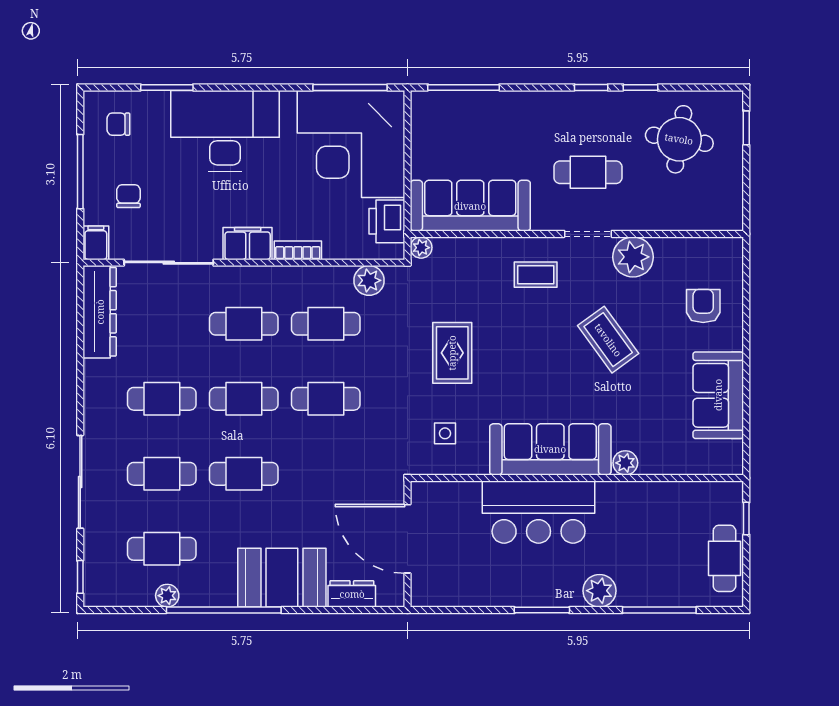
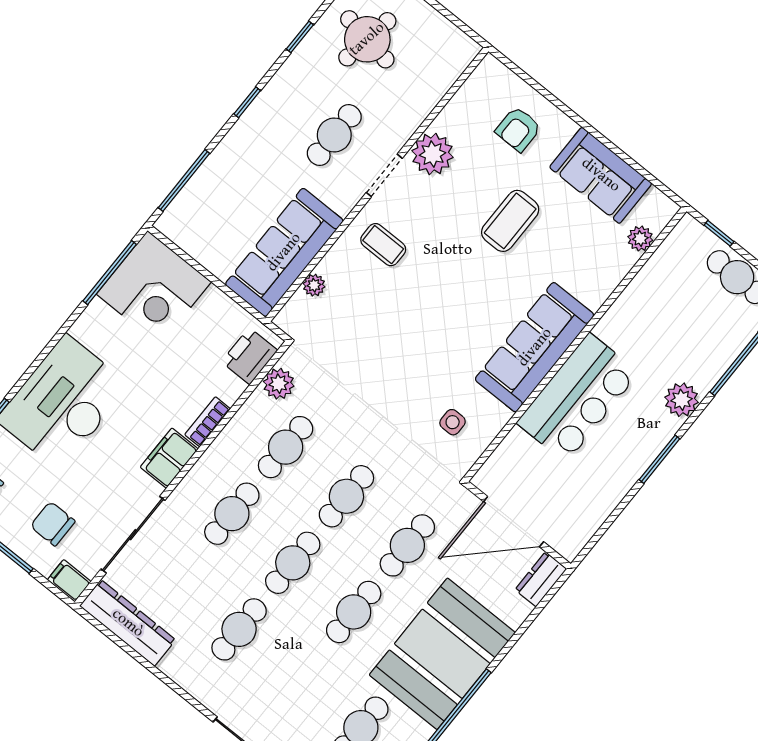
window: (591, 87) -> (247, 102), moved
corner desk: (351, 144) -> (154, 288), width x0.74, depth x0.74
chair: (128, 196) -> (53, 524), width x1.37, depth x1.37
printer: (387, 221) -> (249, 356), moved, turned 90
plant: (421, 248) -> (314, 285), moved
coffee table: (536, 275) -> (383, 245), turned 90
armchair: (703, 306) -> (518, 129), turned -90
coffee table: (608, 340) -> (510, 221), moved, turned -54
rug: (452, 353) -> (392, 363), removed
plant: (625, 463) -> (640, 239), moved
cafe table: (162, 474) -> (407, 545), moved
booth: (282, 578) -> (442, 654), width x1.36, depth x1.42
dresser: (352, 594) -> (541, 579), moved

